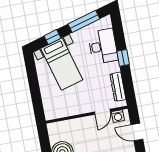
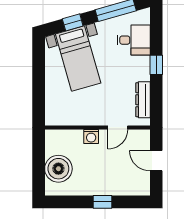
desk: (103, 46) -> (134, 40), width x0.73
washing machine: (118, 116) -> (91, 136), moved

